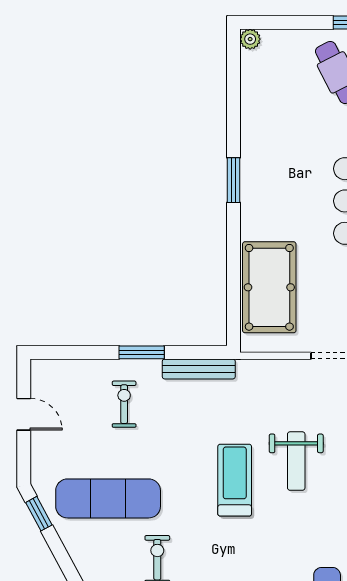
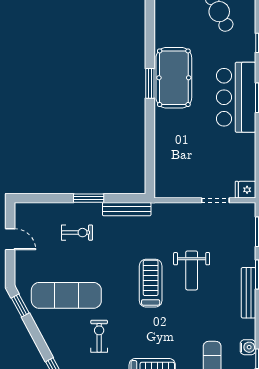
pool table: (269, 287) -> (174, 78), moved
exercise bike: (124, 404) -> (77, 233), turned 90

